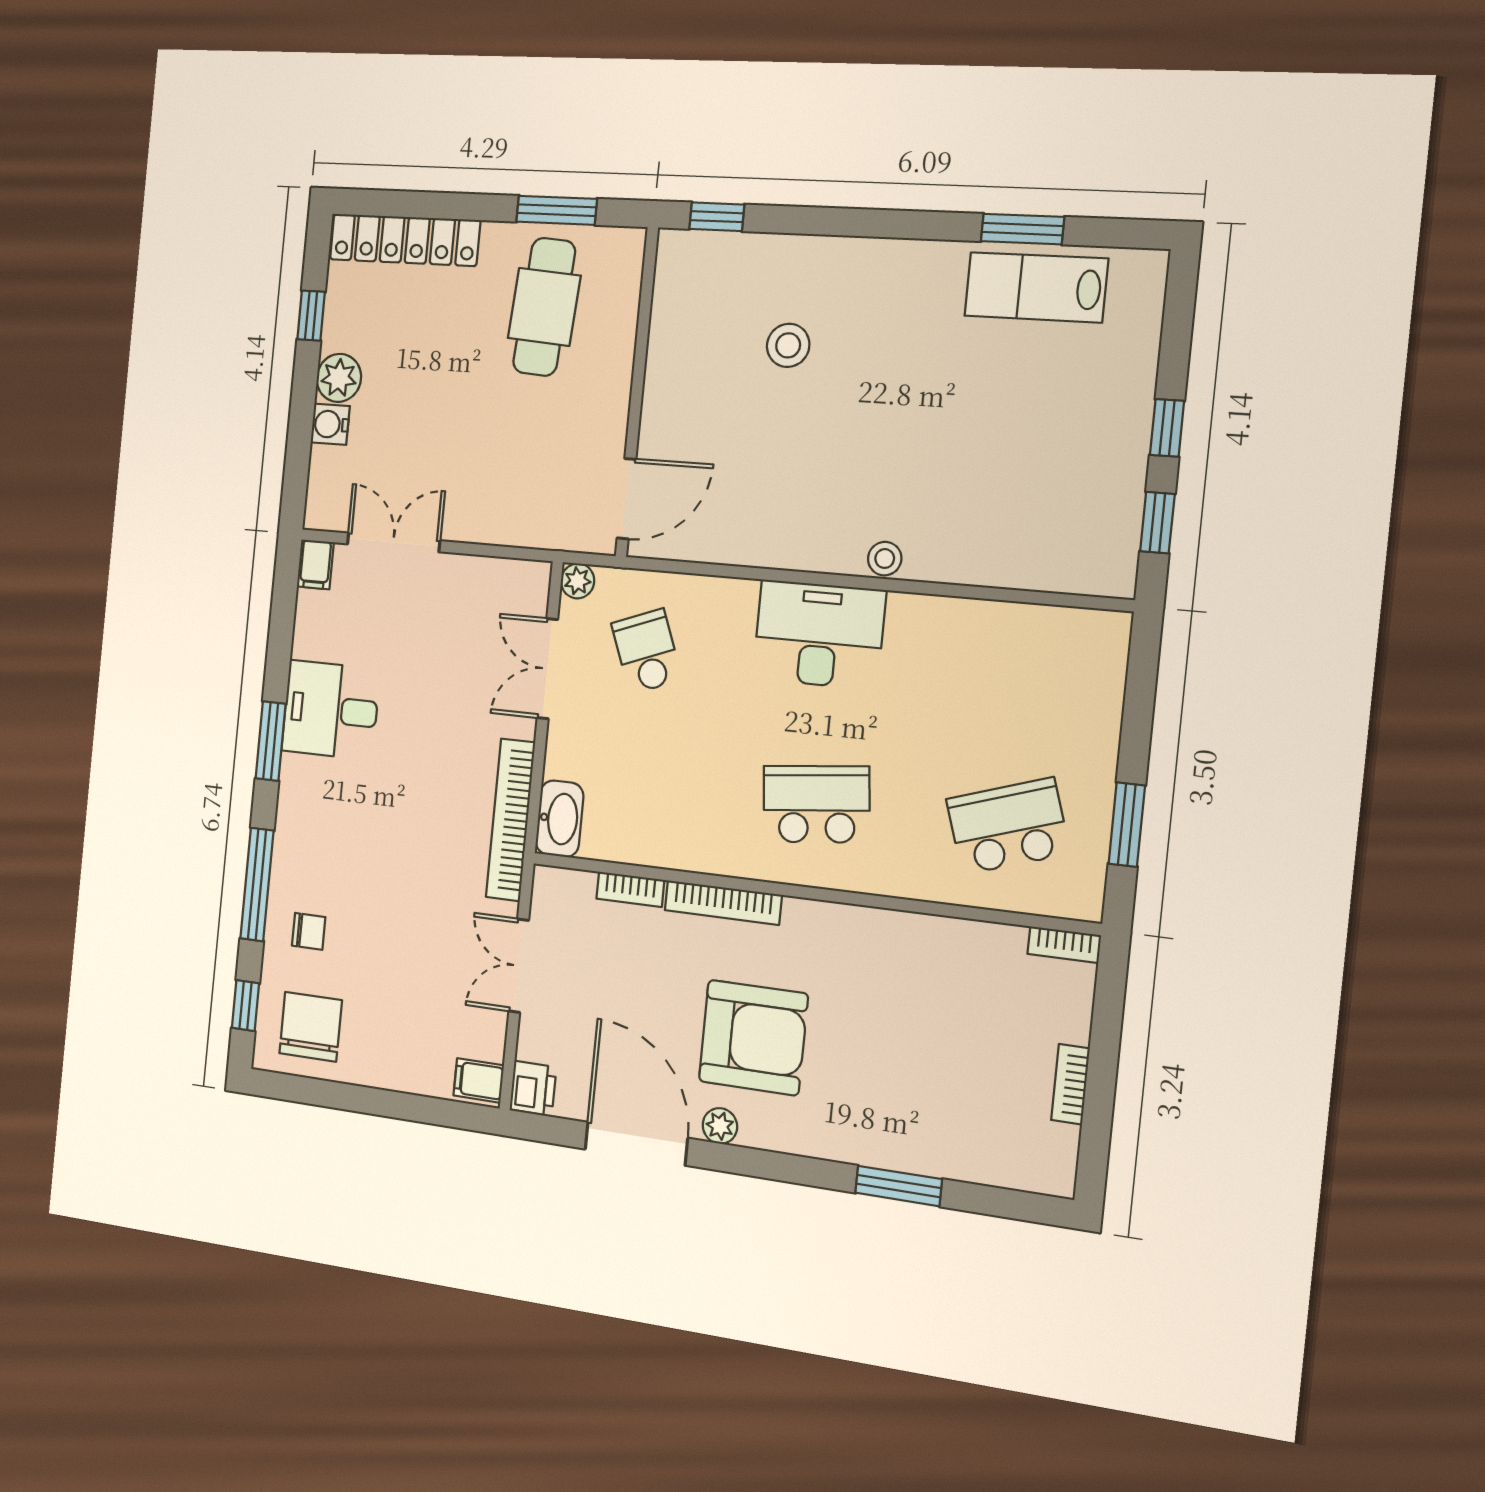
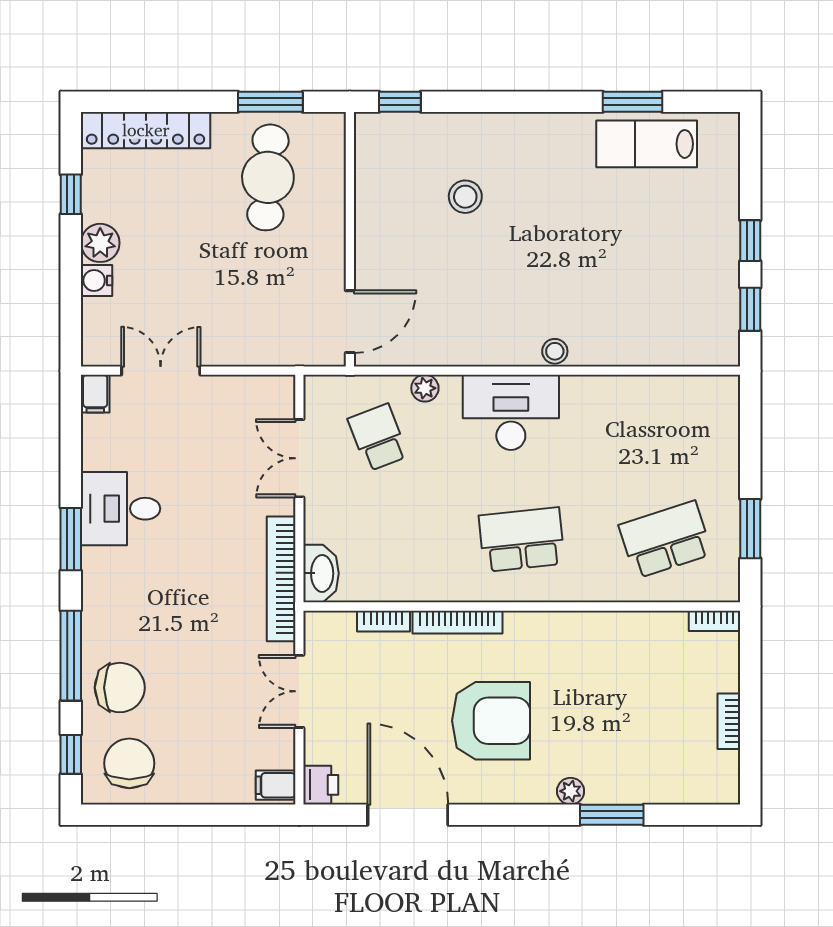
plant: (578, 581) -> (425, 388), moved
chair: (309, 931) -> (120, 688), width x1.87, depth x1.87
plant: (720, 1126) -> (571, 791), moved

